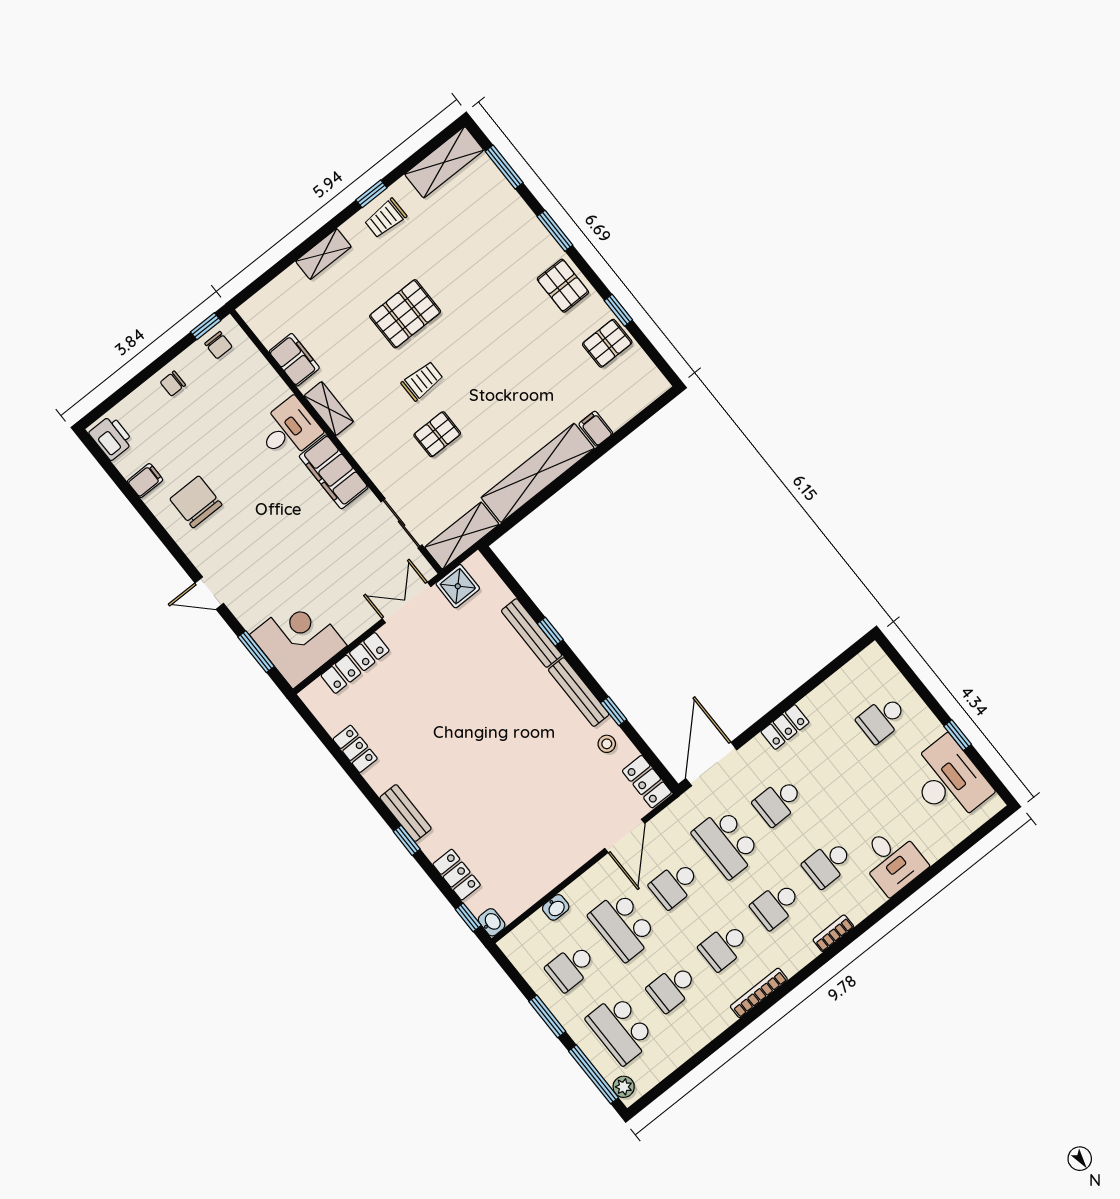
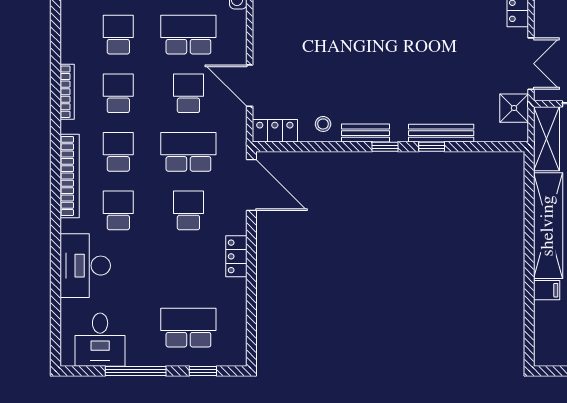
window: (910, 676) -> (203, 371), added
bench: (579, 692) -> (366, 133), width x0.73
window: (614, 711) -> (385, 147), moved
school desk: (882, 719) -> (188, 328), width x1.85
window: (958, 735) -> (136, 371), width x2.17
desk: (948, 780) -> (100, 340), width x0.73
desk: (892, 860) -> (85, 266), width x1.37
bookcase: (833, 933) -> (70, 176), width x2.31, depth x1.31

